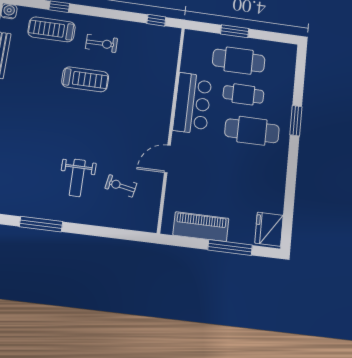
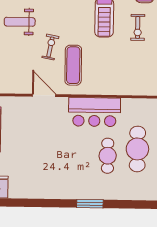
exercise mat: (136, 121) -> (73, 65), added
cafe table: (252, 131) -> (76, 166), removed
exercise bike: (121, 186) -> (50, 47), moved

